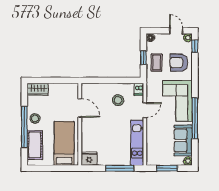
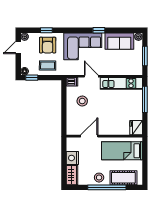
window: (195, 46) -> (46, 30), moved
window: (143, 58) -> (32, 78), moved
nightstand: (56, 90) -> (72, 158), added
window: (195, 118) -> (99, 30), width x0.32

